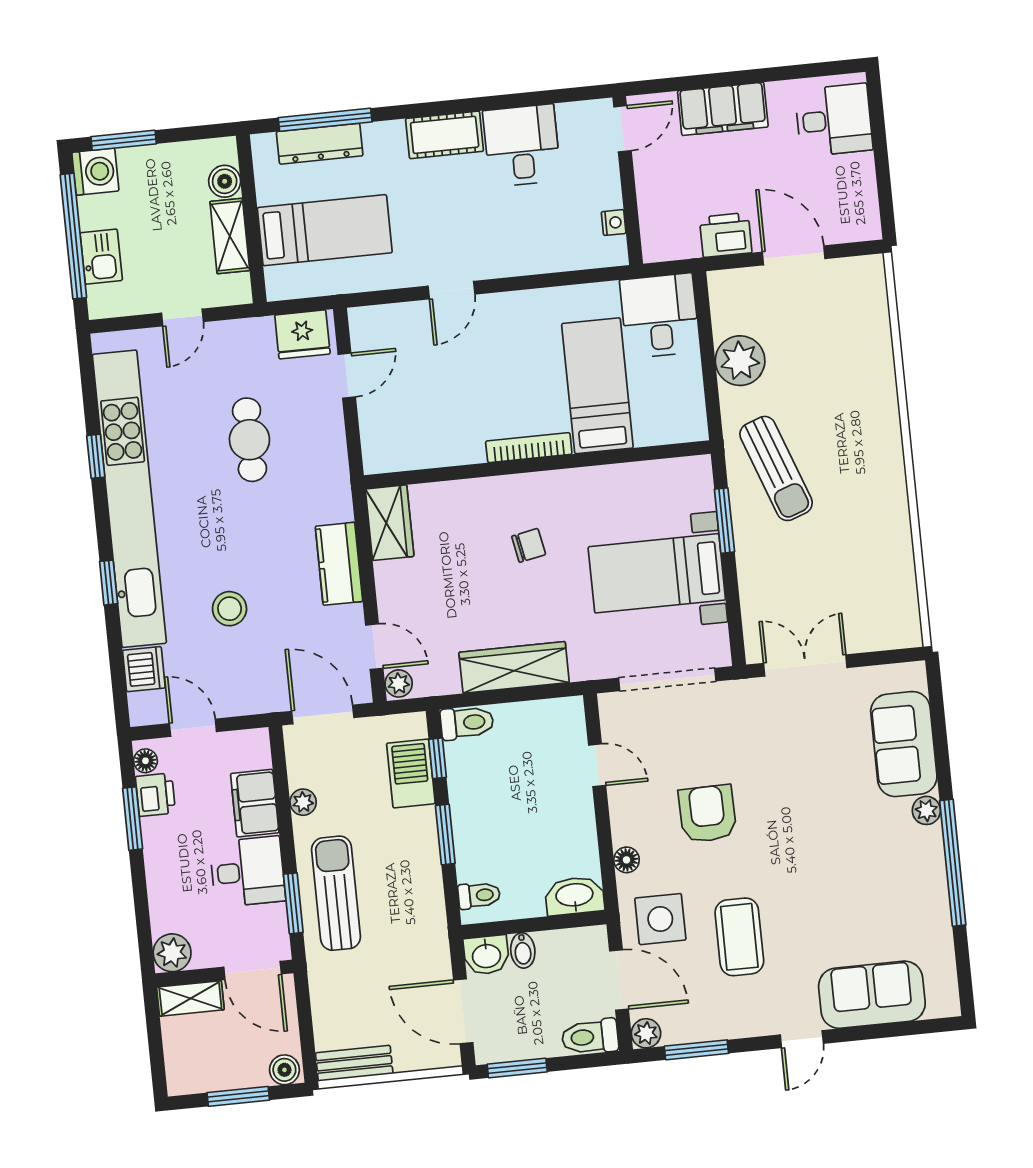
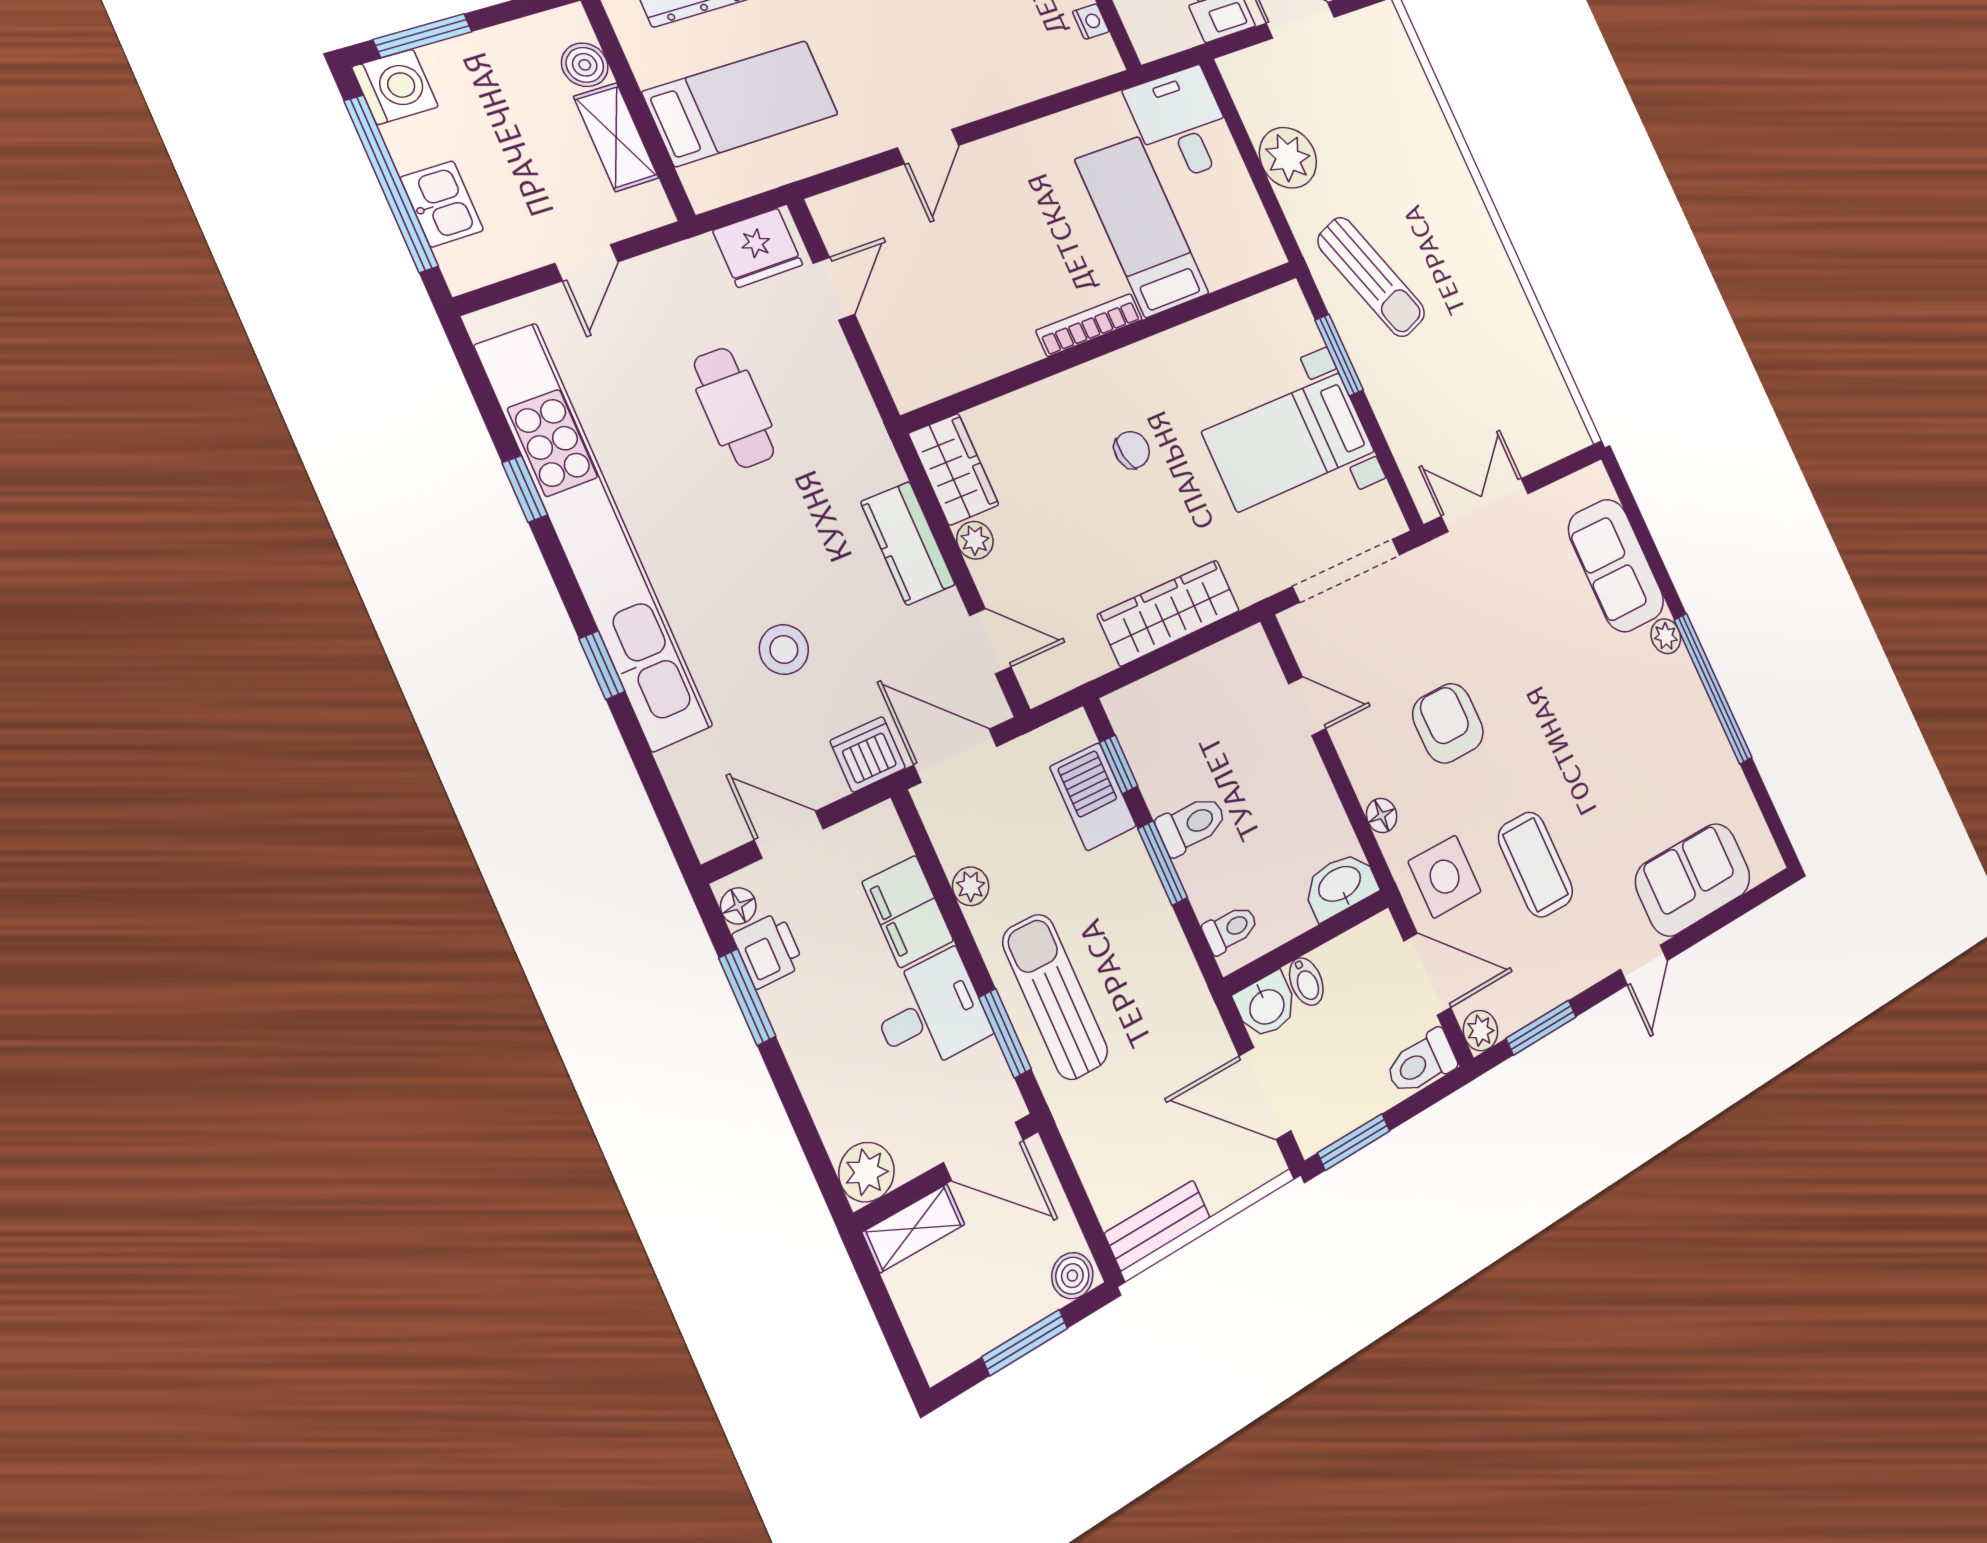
dishwasher: (144, 669) -> (868, 754), moved, turned -90
plant: (399, 683) -> (975, 540), moved
toilet: (467, 723) -> (1192, 825), moved

